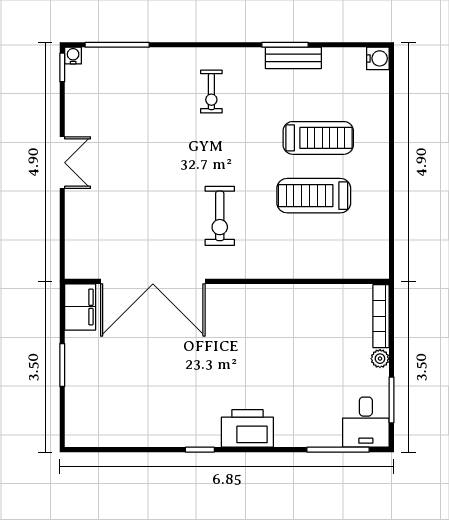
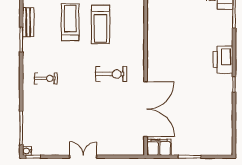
bench: (293, 58) -> (28, 22), moved

